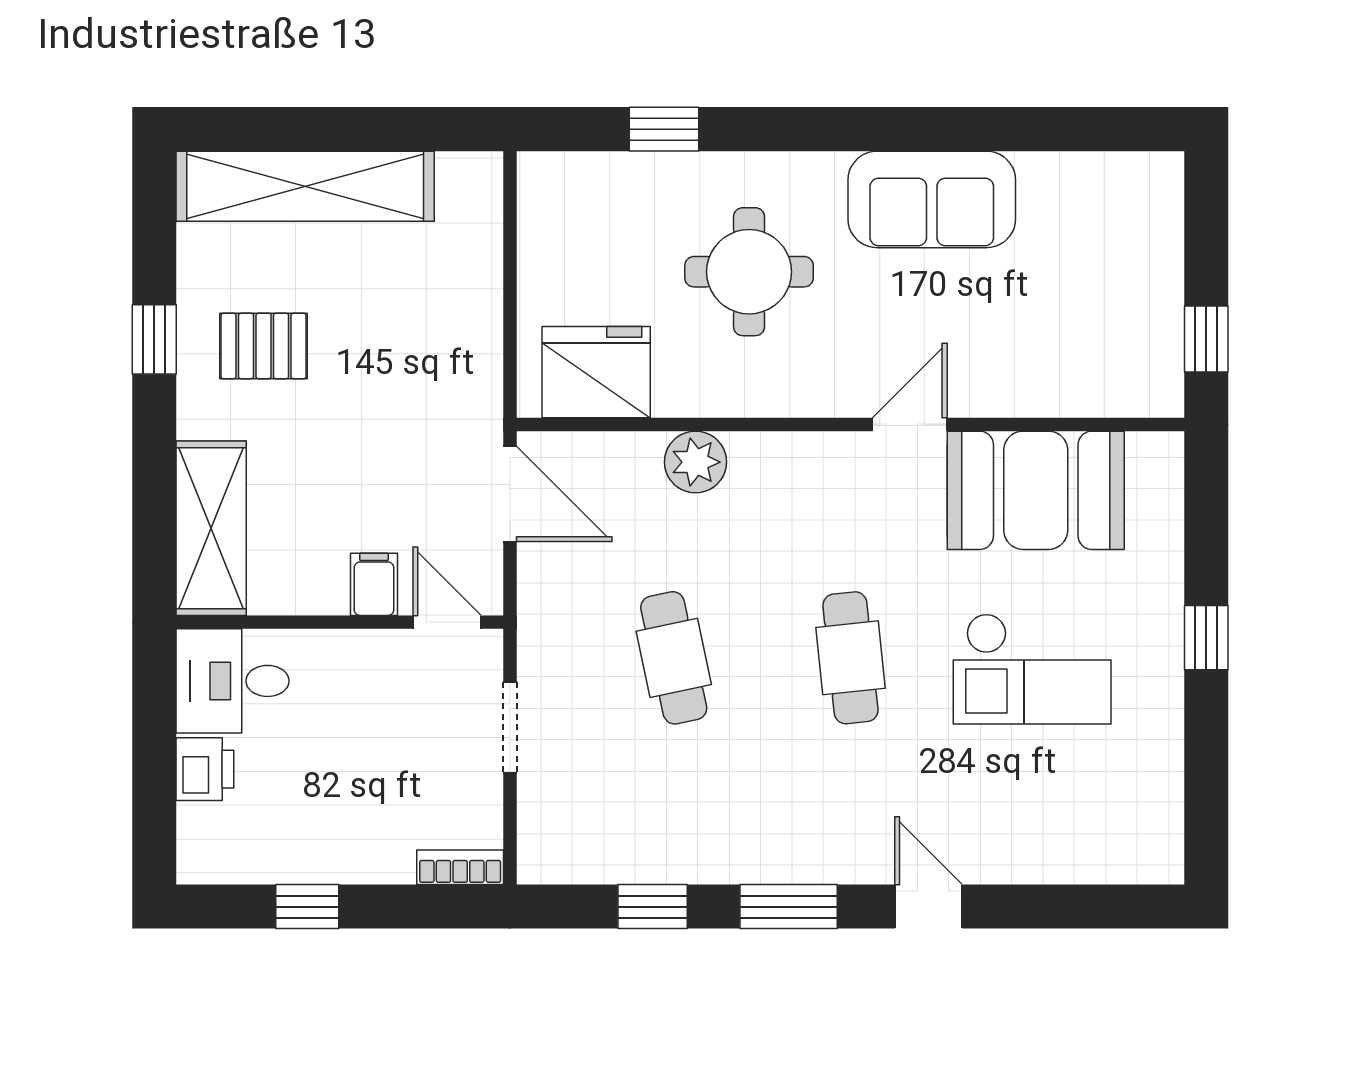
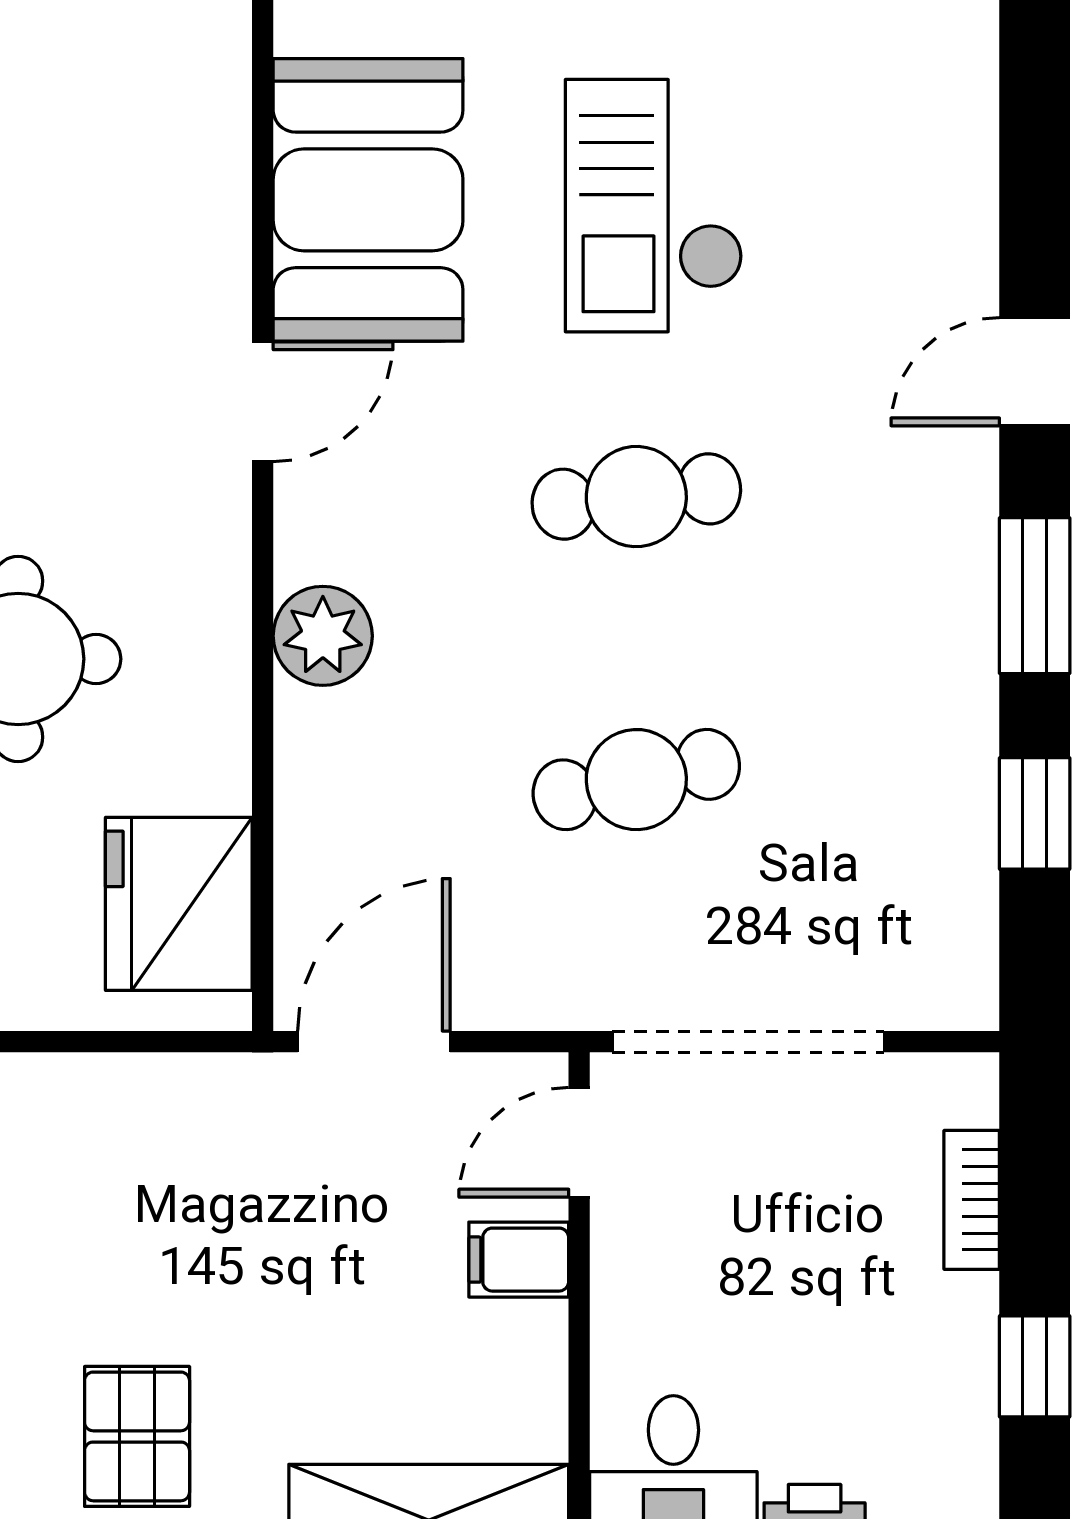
door: (910, 424) -> (263, 402), swing flipped
plant: (696, 462) -> (323, 636), moved
checkout: (1032, 669) -> (654, 206), turned 180
doorway: (510, 728) -> (748, 1042), width x1.87
bookcase: (460, 867) -> (972, 1200), moved

